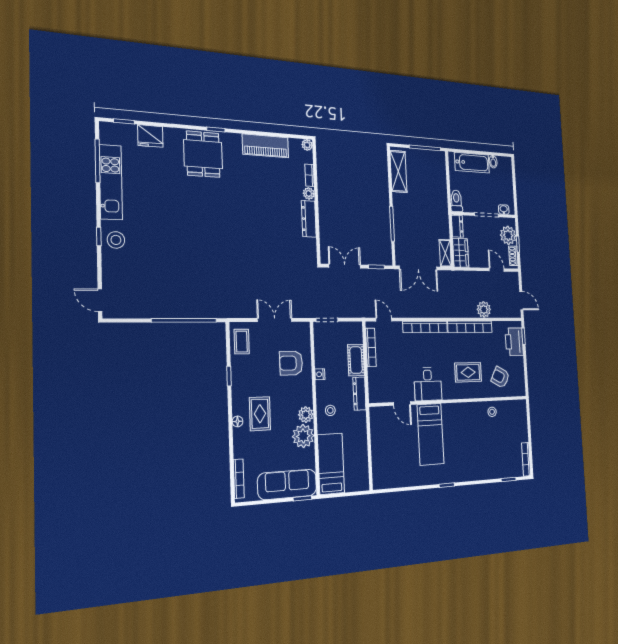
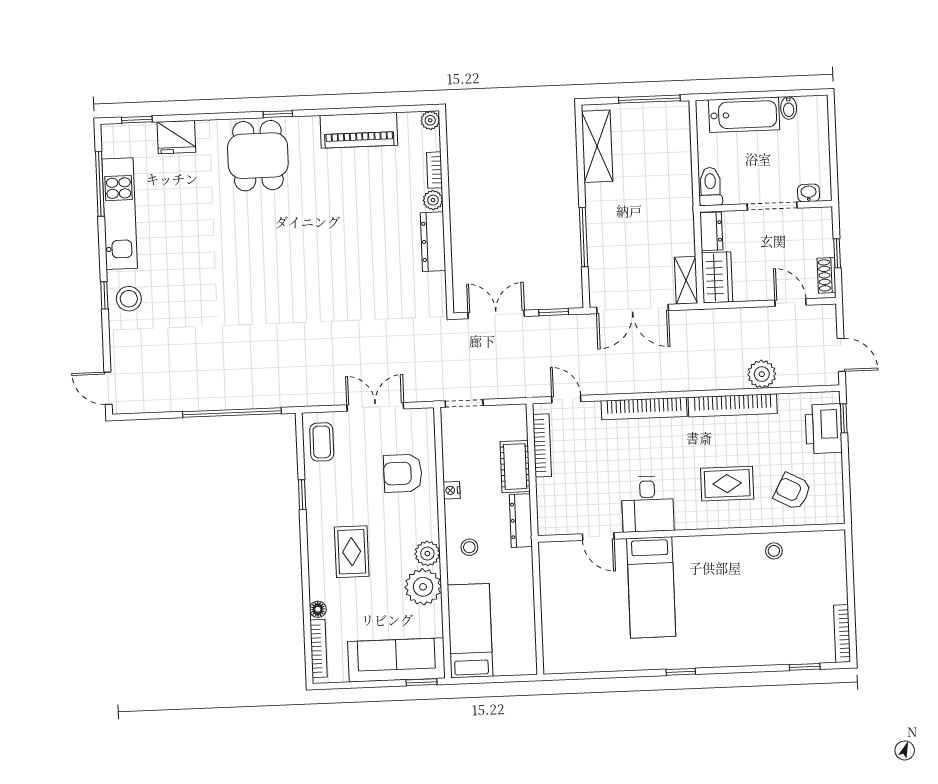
plant: (508, 235) -> (817, 239), removed
floor lamp: (238, 421) -> (318, 609), moved

